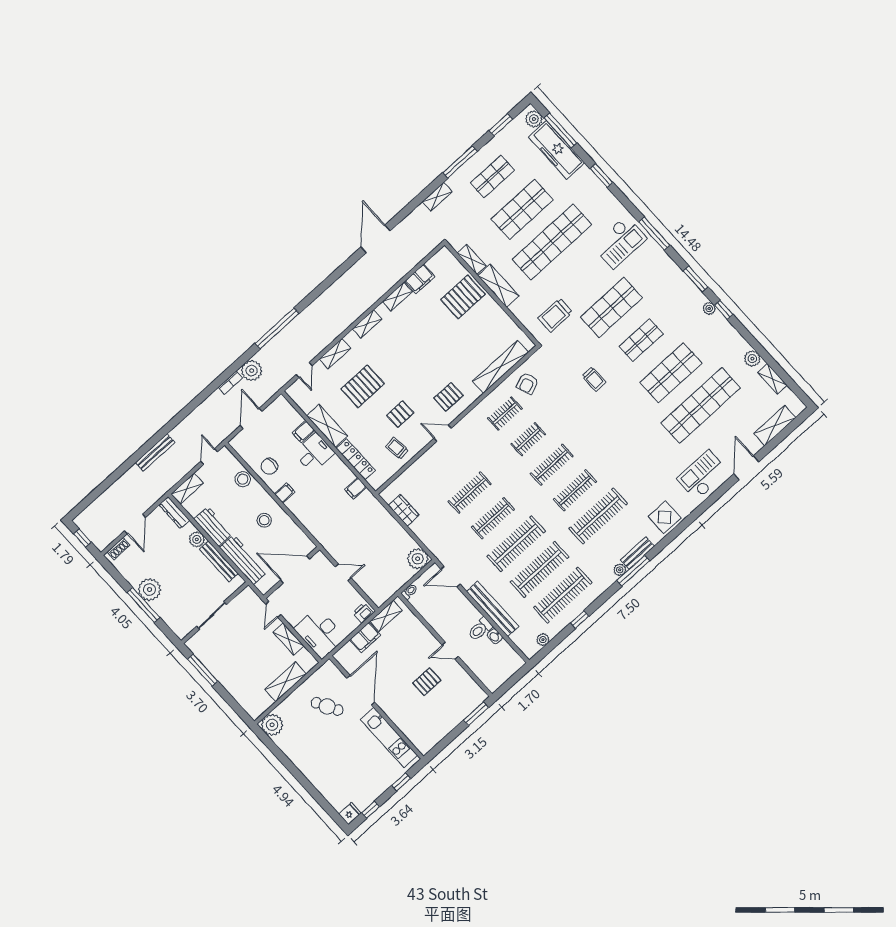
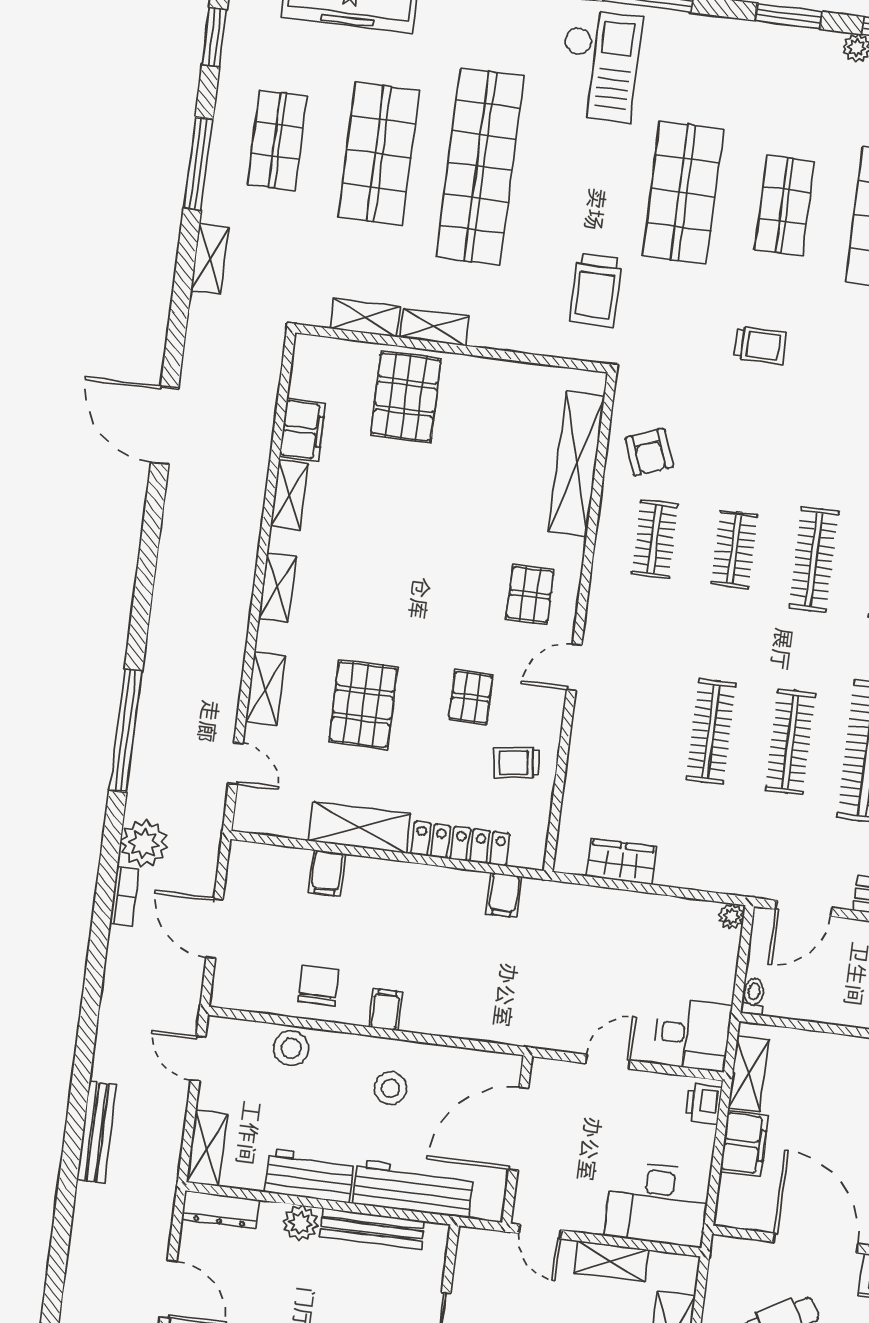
shelving: (498, 286) -> (434, 327), width x0.67, depth x0.75
desk: (314, 453) -> (692, 1034), moved, turned 90
chair: (269, 466) -> (319, 986), turned 180
plant: (418, 559) -> (731, 916), width x0.53, depth x0.53

